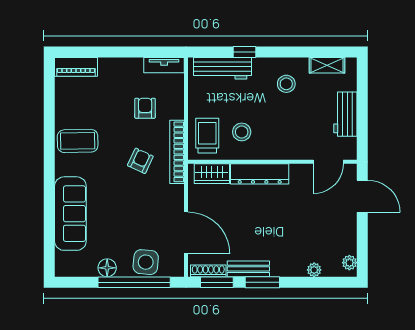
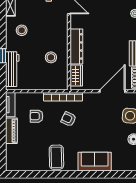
piano: (76, 67) -> (11, 131), moved
trolley: (207, 136) -> (53, 78), removed
sofa: (70, 214) -> (95, 162), width x0.73

